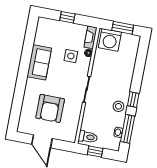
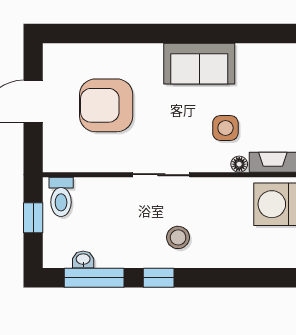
stool: (118, 106) -> (178, 237), moved

